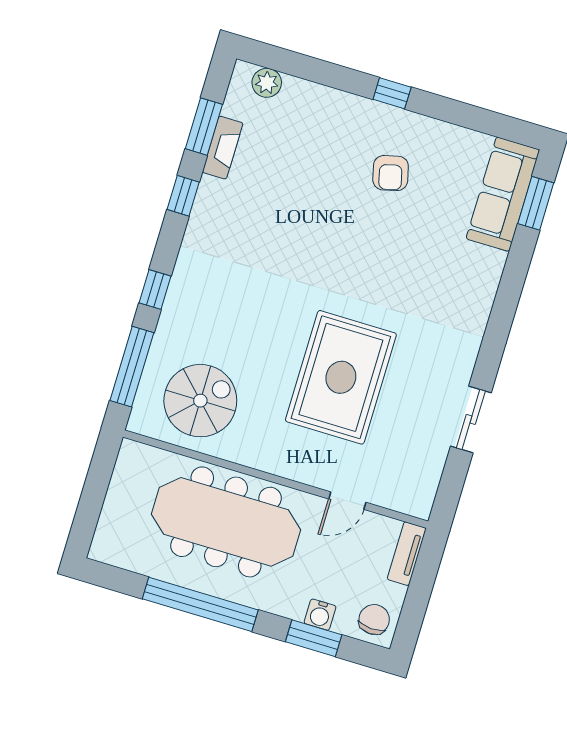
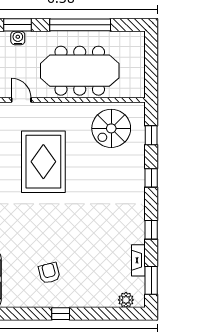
window: (204, 127) -> (151, 280), moved
window: (132, 367) -> (151, 135), width x0.46
door: (347, 501) -> (21, 100), hinge flipped

